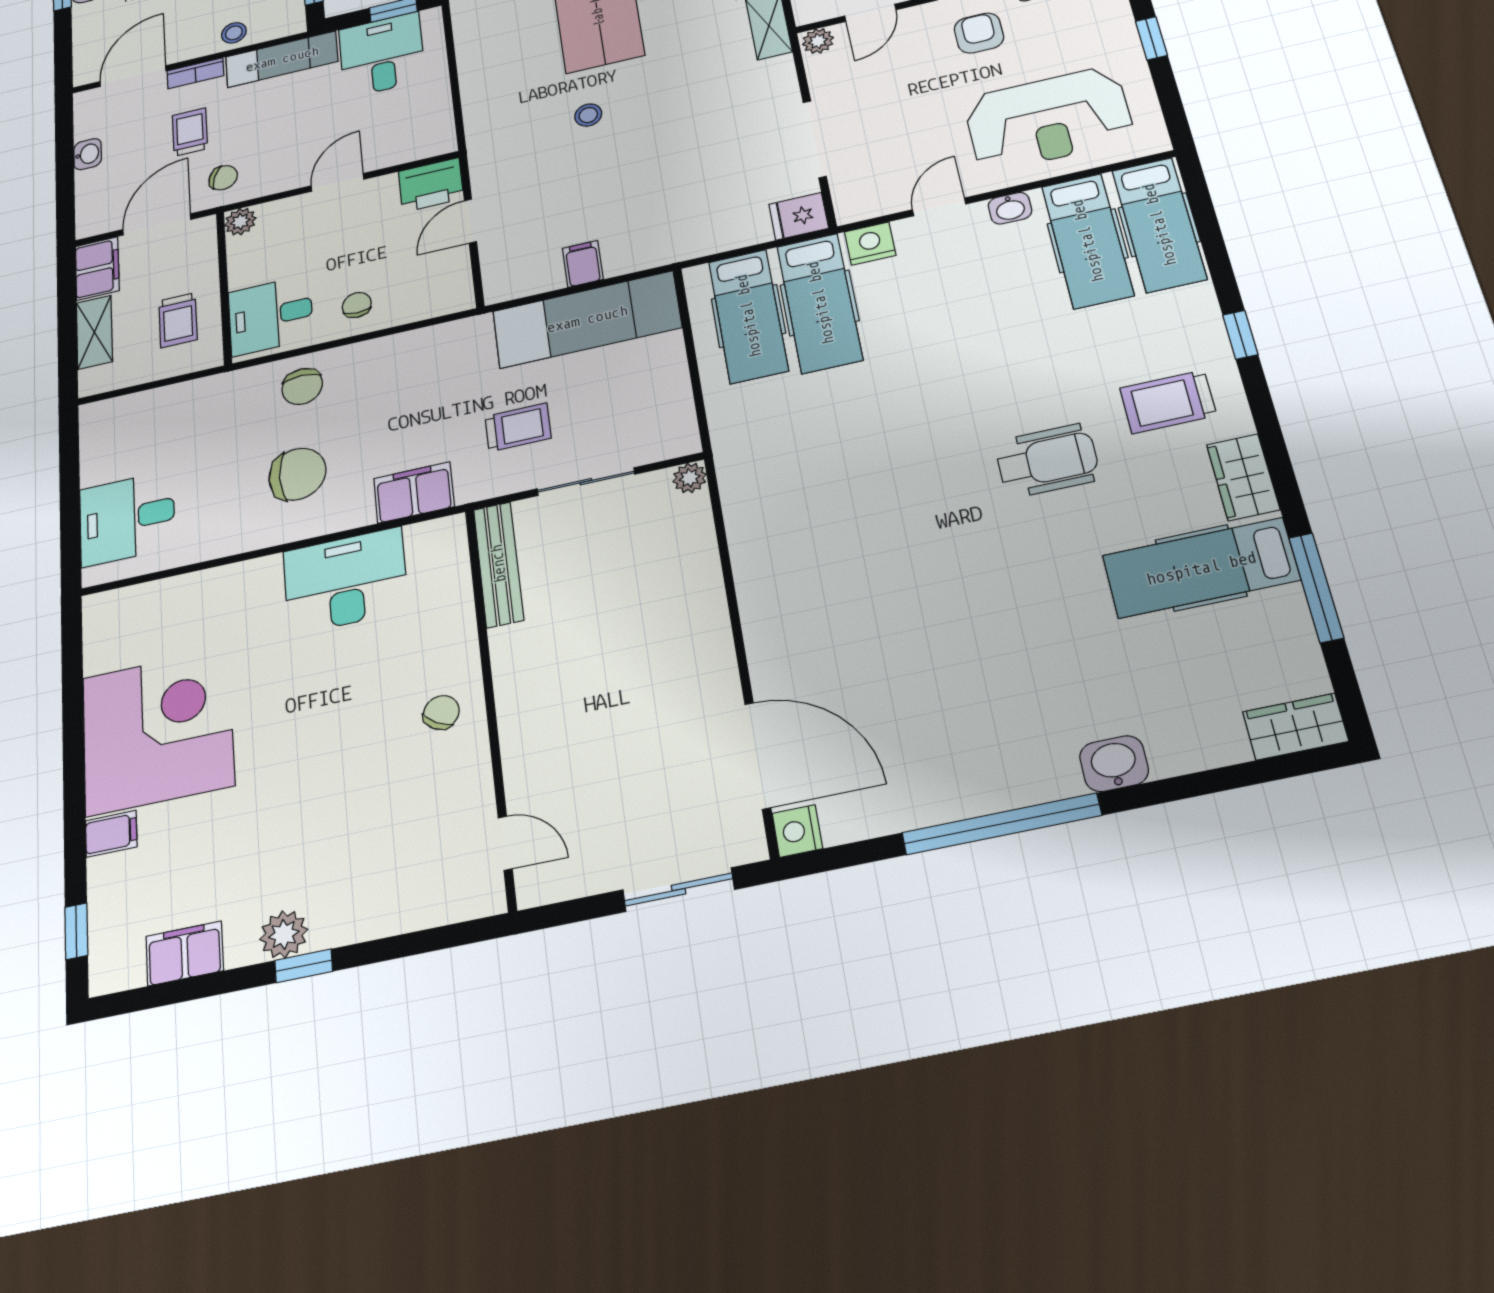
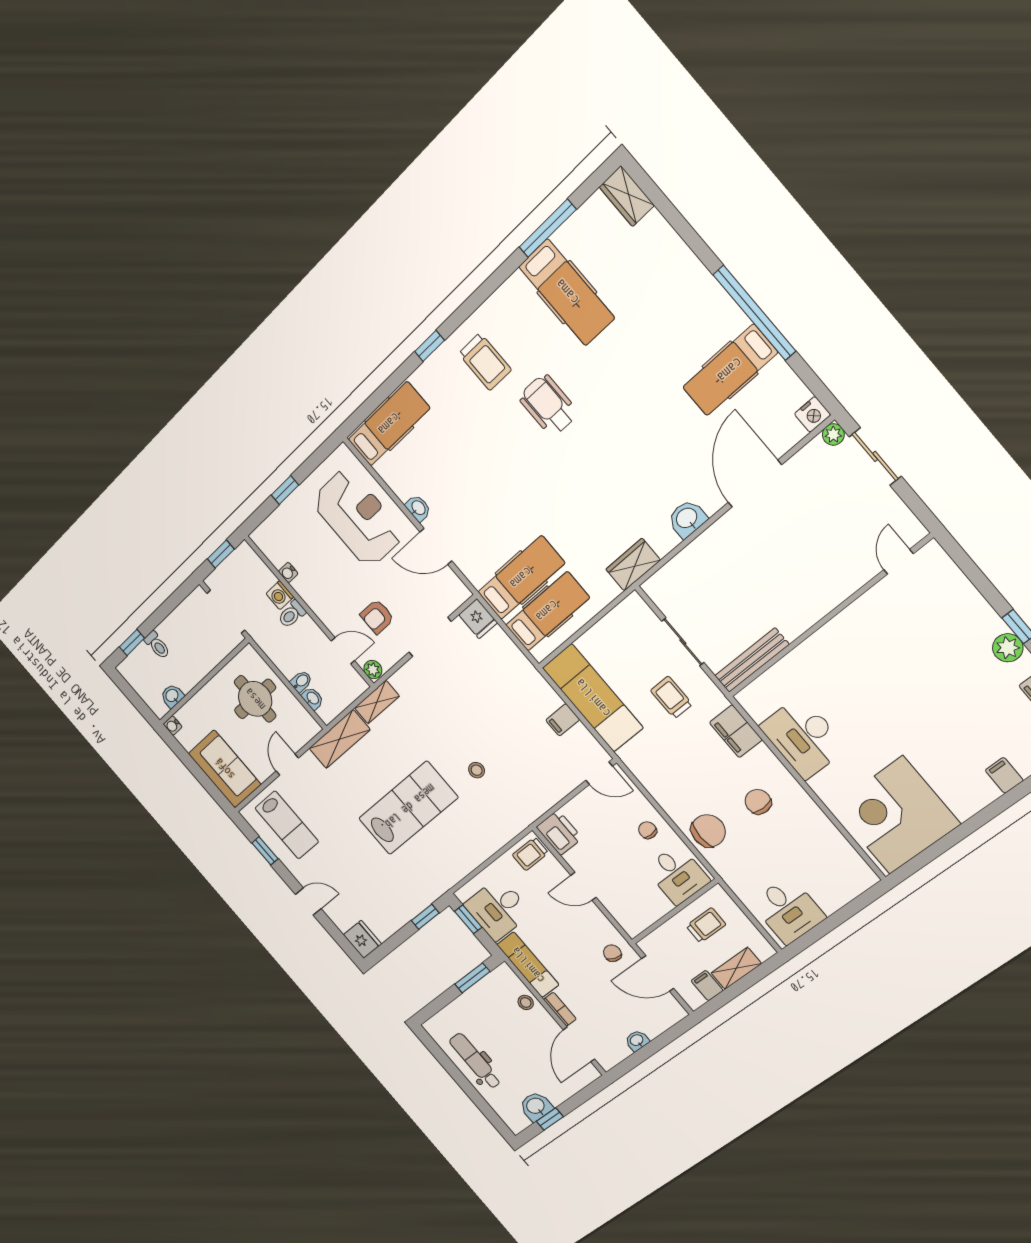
armchair: (979, 33) -> (377, 617), moved
door: (133, 76) -> (579, 1044), hinge flipped
trolley: (190, 132) -> (530, 854), moved
door: (939, 207) -> (436, 546), width x1.37
door: (470, 221) -> (599, 773), moved
plant: (240, 222) -> (633, 927), removed
hospital bed: (1087, 241) -> (730, 370), moved, turned 180
nightstand: (870, 244) -> (475, 571), removed
filing cabinet: (97, 268) -> (707, 986), width x0.50
chair: (357, 305) -> (648, 830), turned 90
chair: (302, 387) -> (708, 831), width x1.37, depth x1.37
chair: (297, 474) -> (758, 802), width x0.73, depth x0.73
wardrobe: (1243, 477) -> (633, 565), moved, turned 180
plant: (690, 478) -> (833, 434), moved
desk: (127, 518) -> (788, 910), moved
chair: (441, 713) -> (847, 640), removed
corner desk: (158, 731) -> (896, 815), moved
door: (758, 756) -> (755, 484), moved
washbasin: (1114, 764) -> (687, 519), moved, turned 90

